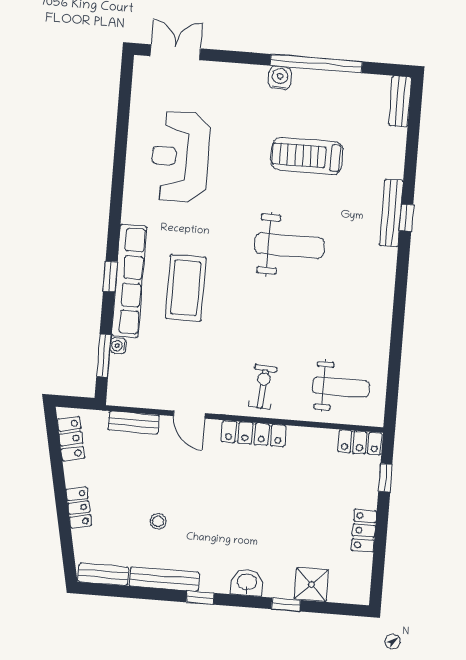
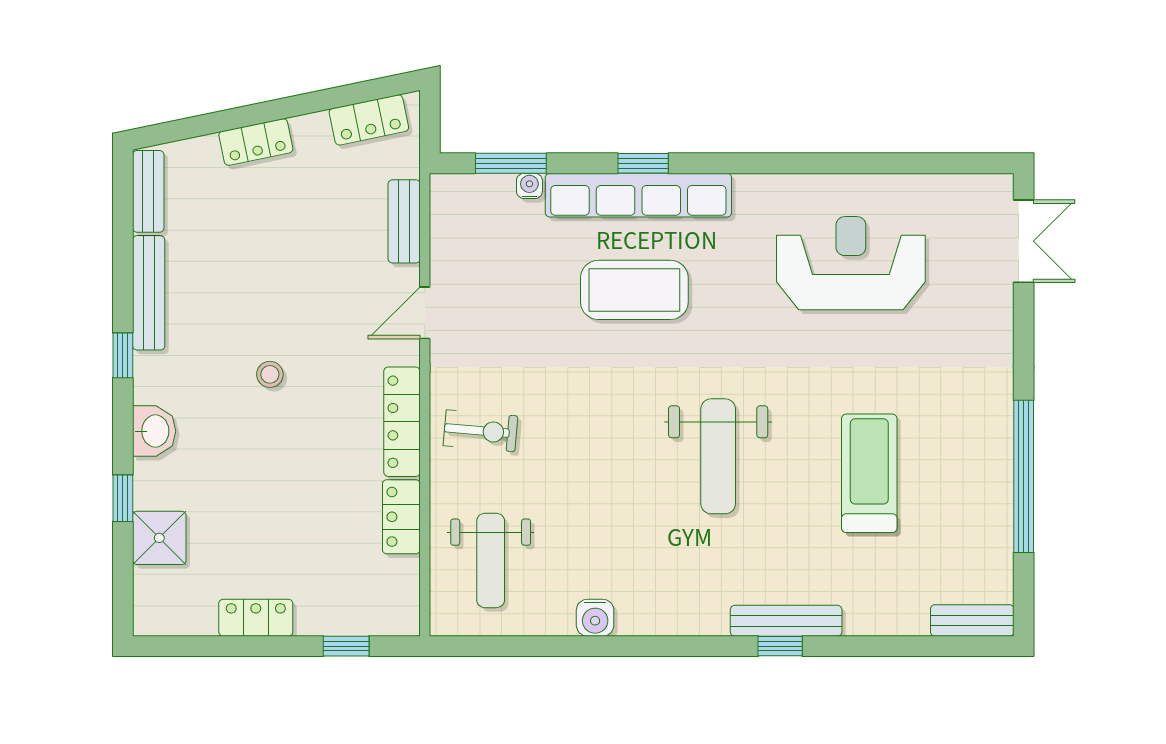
water cooler: (280, 78) -> (595, 618), moved, turned 90
locker: (360, 442) -> (401, 517), moved
stool: (158, 521) -> (270, 374), moved

